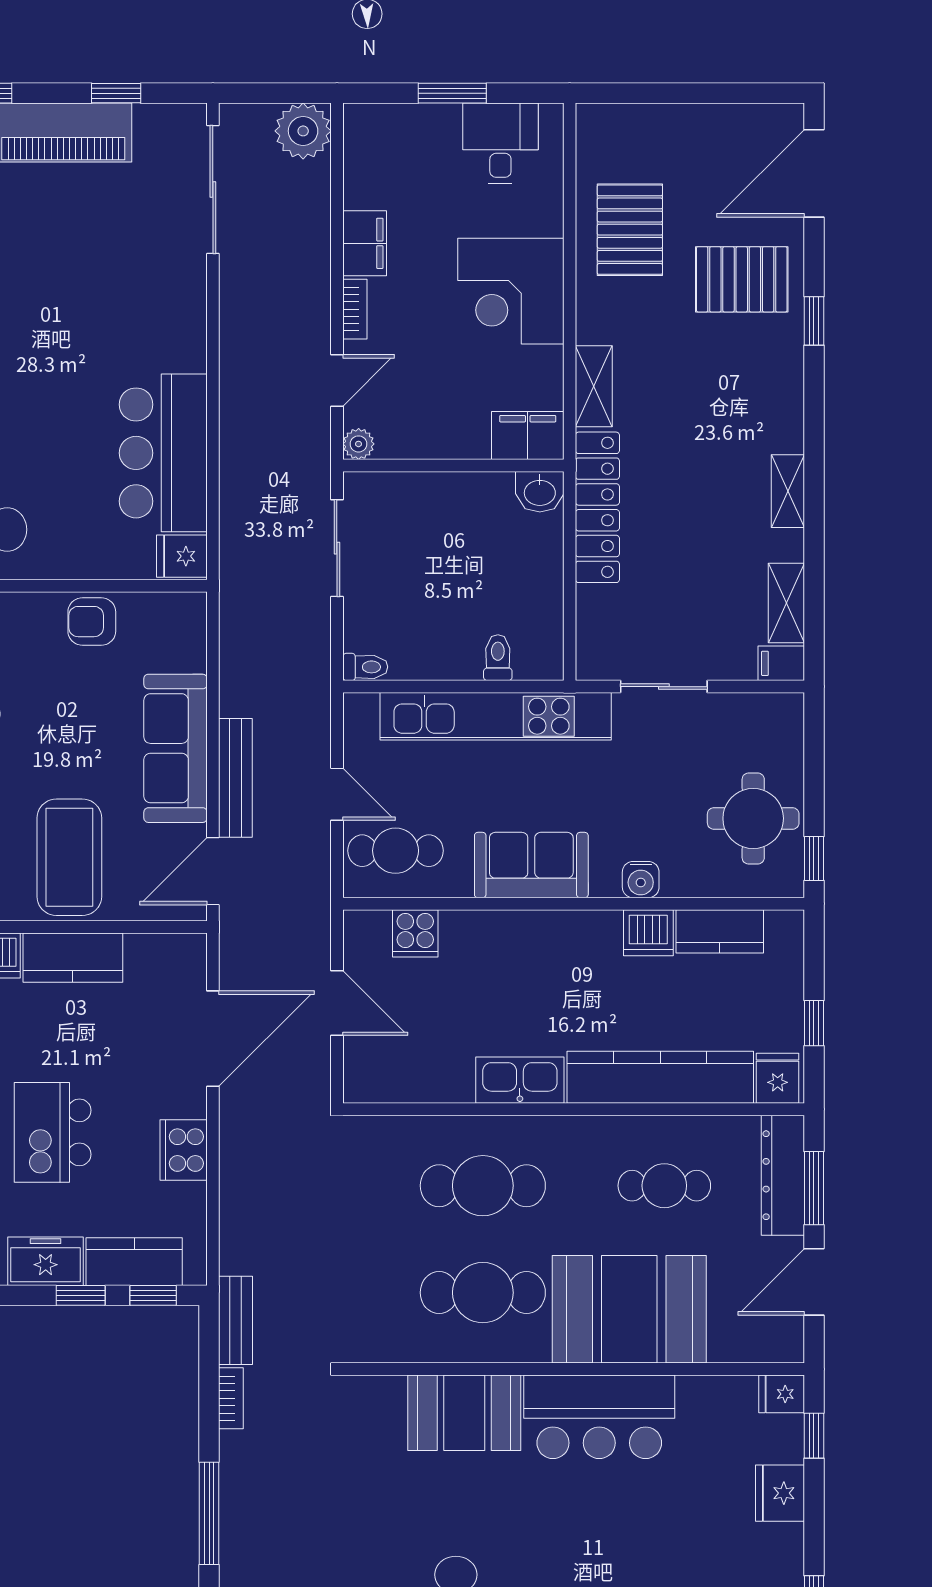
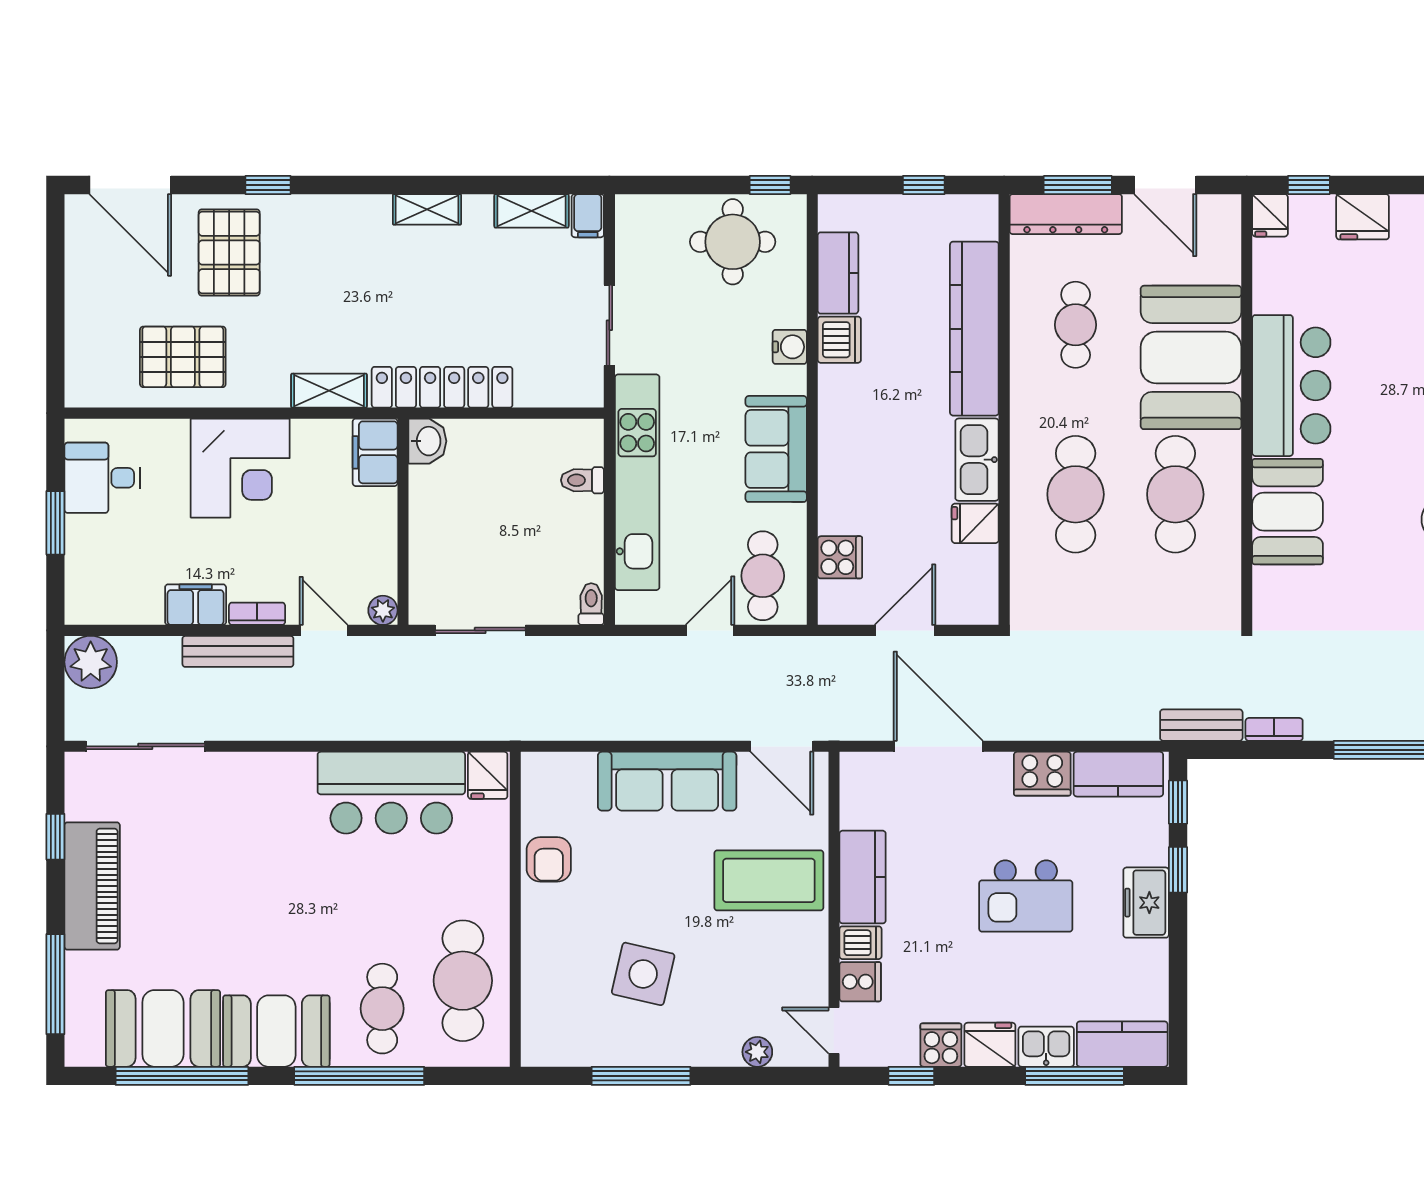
bench: (235, 778) -> (238, 651), moved
fridge: (778, 1078) -> (975, 523), moved
kitchen counter: (134, 1262) -> (1118, 774), moved, turned -90

